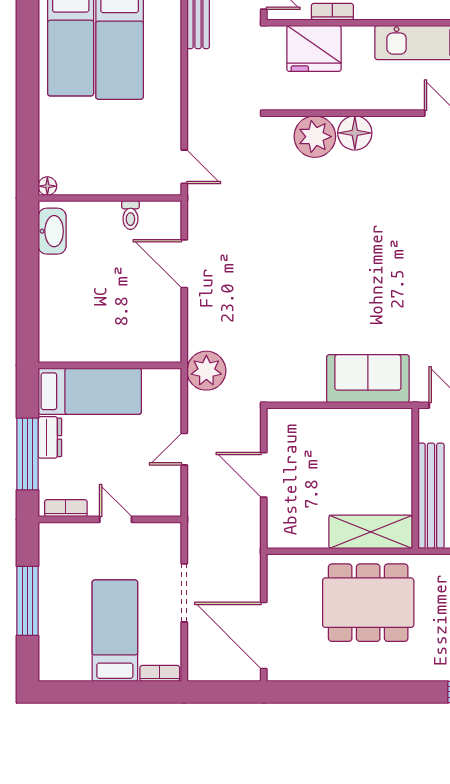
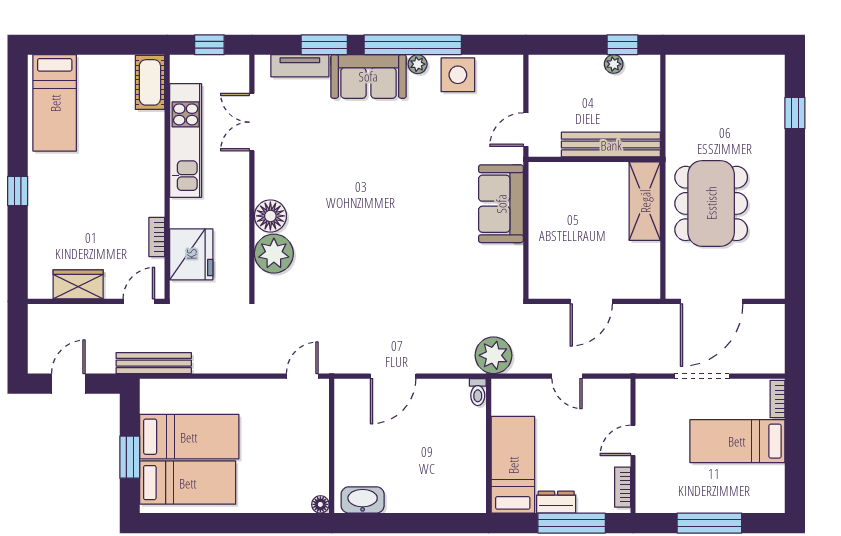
toilet: (130, 215) -> (478, 392), moved, turned 90
door: (264, 636) -> (712, 301), moved

